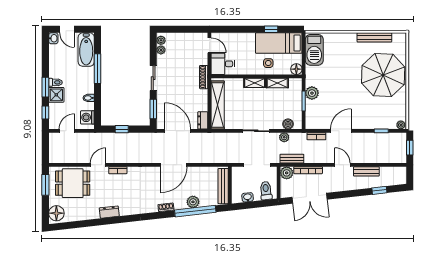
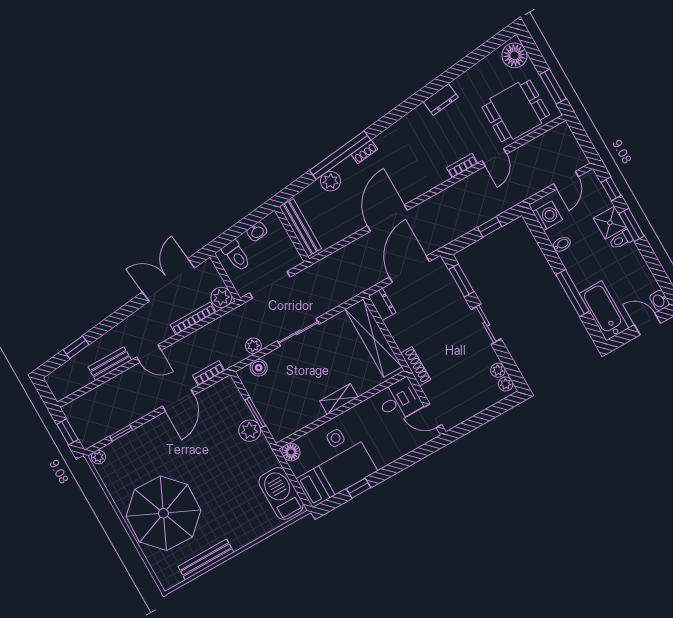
shelving: (277, 83) -> (307, 417), removed
door: (178, 131) -> (409, 269), swing flipped
bench: (292, 159) -> (225, 322), removed
window: (195, 211) -> (340, 155), moved

